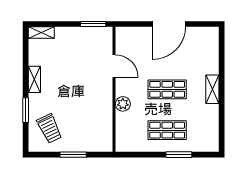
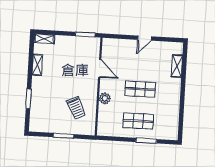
door: (169, 24) -> (145, 38), width x0.53
shelving: (34, 79) -> (37, 65), moved
shelving: (212, 89) -> (177, 66), moved
trolley: (49, 128) -> (76, 108), moved

